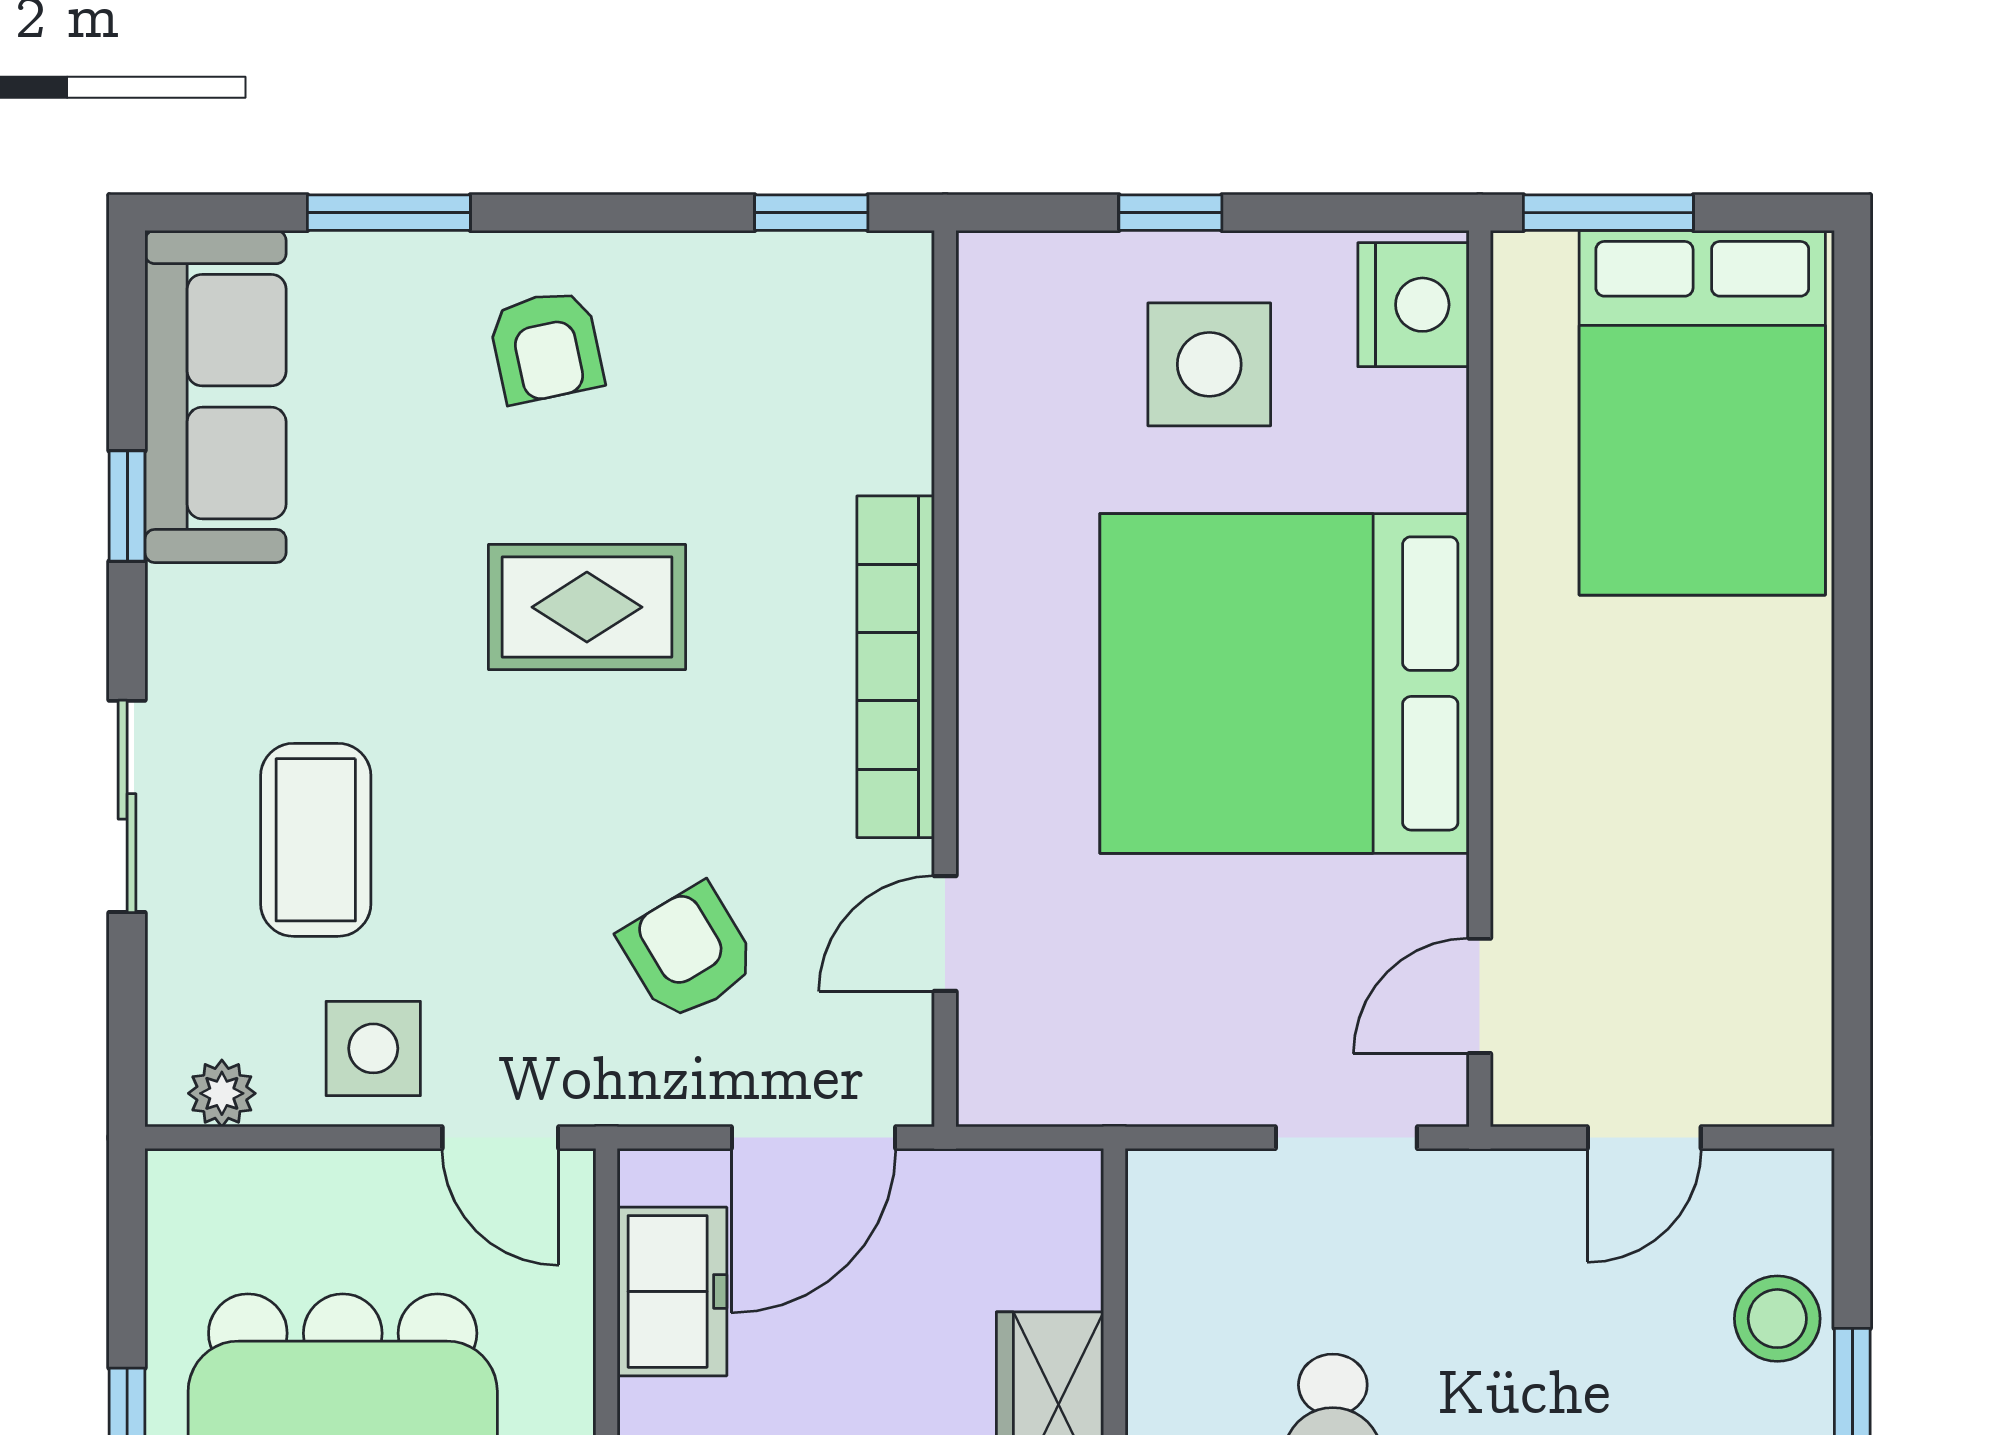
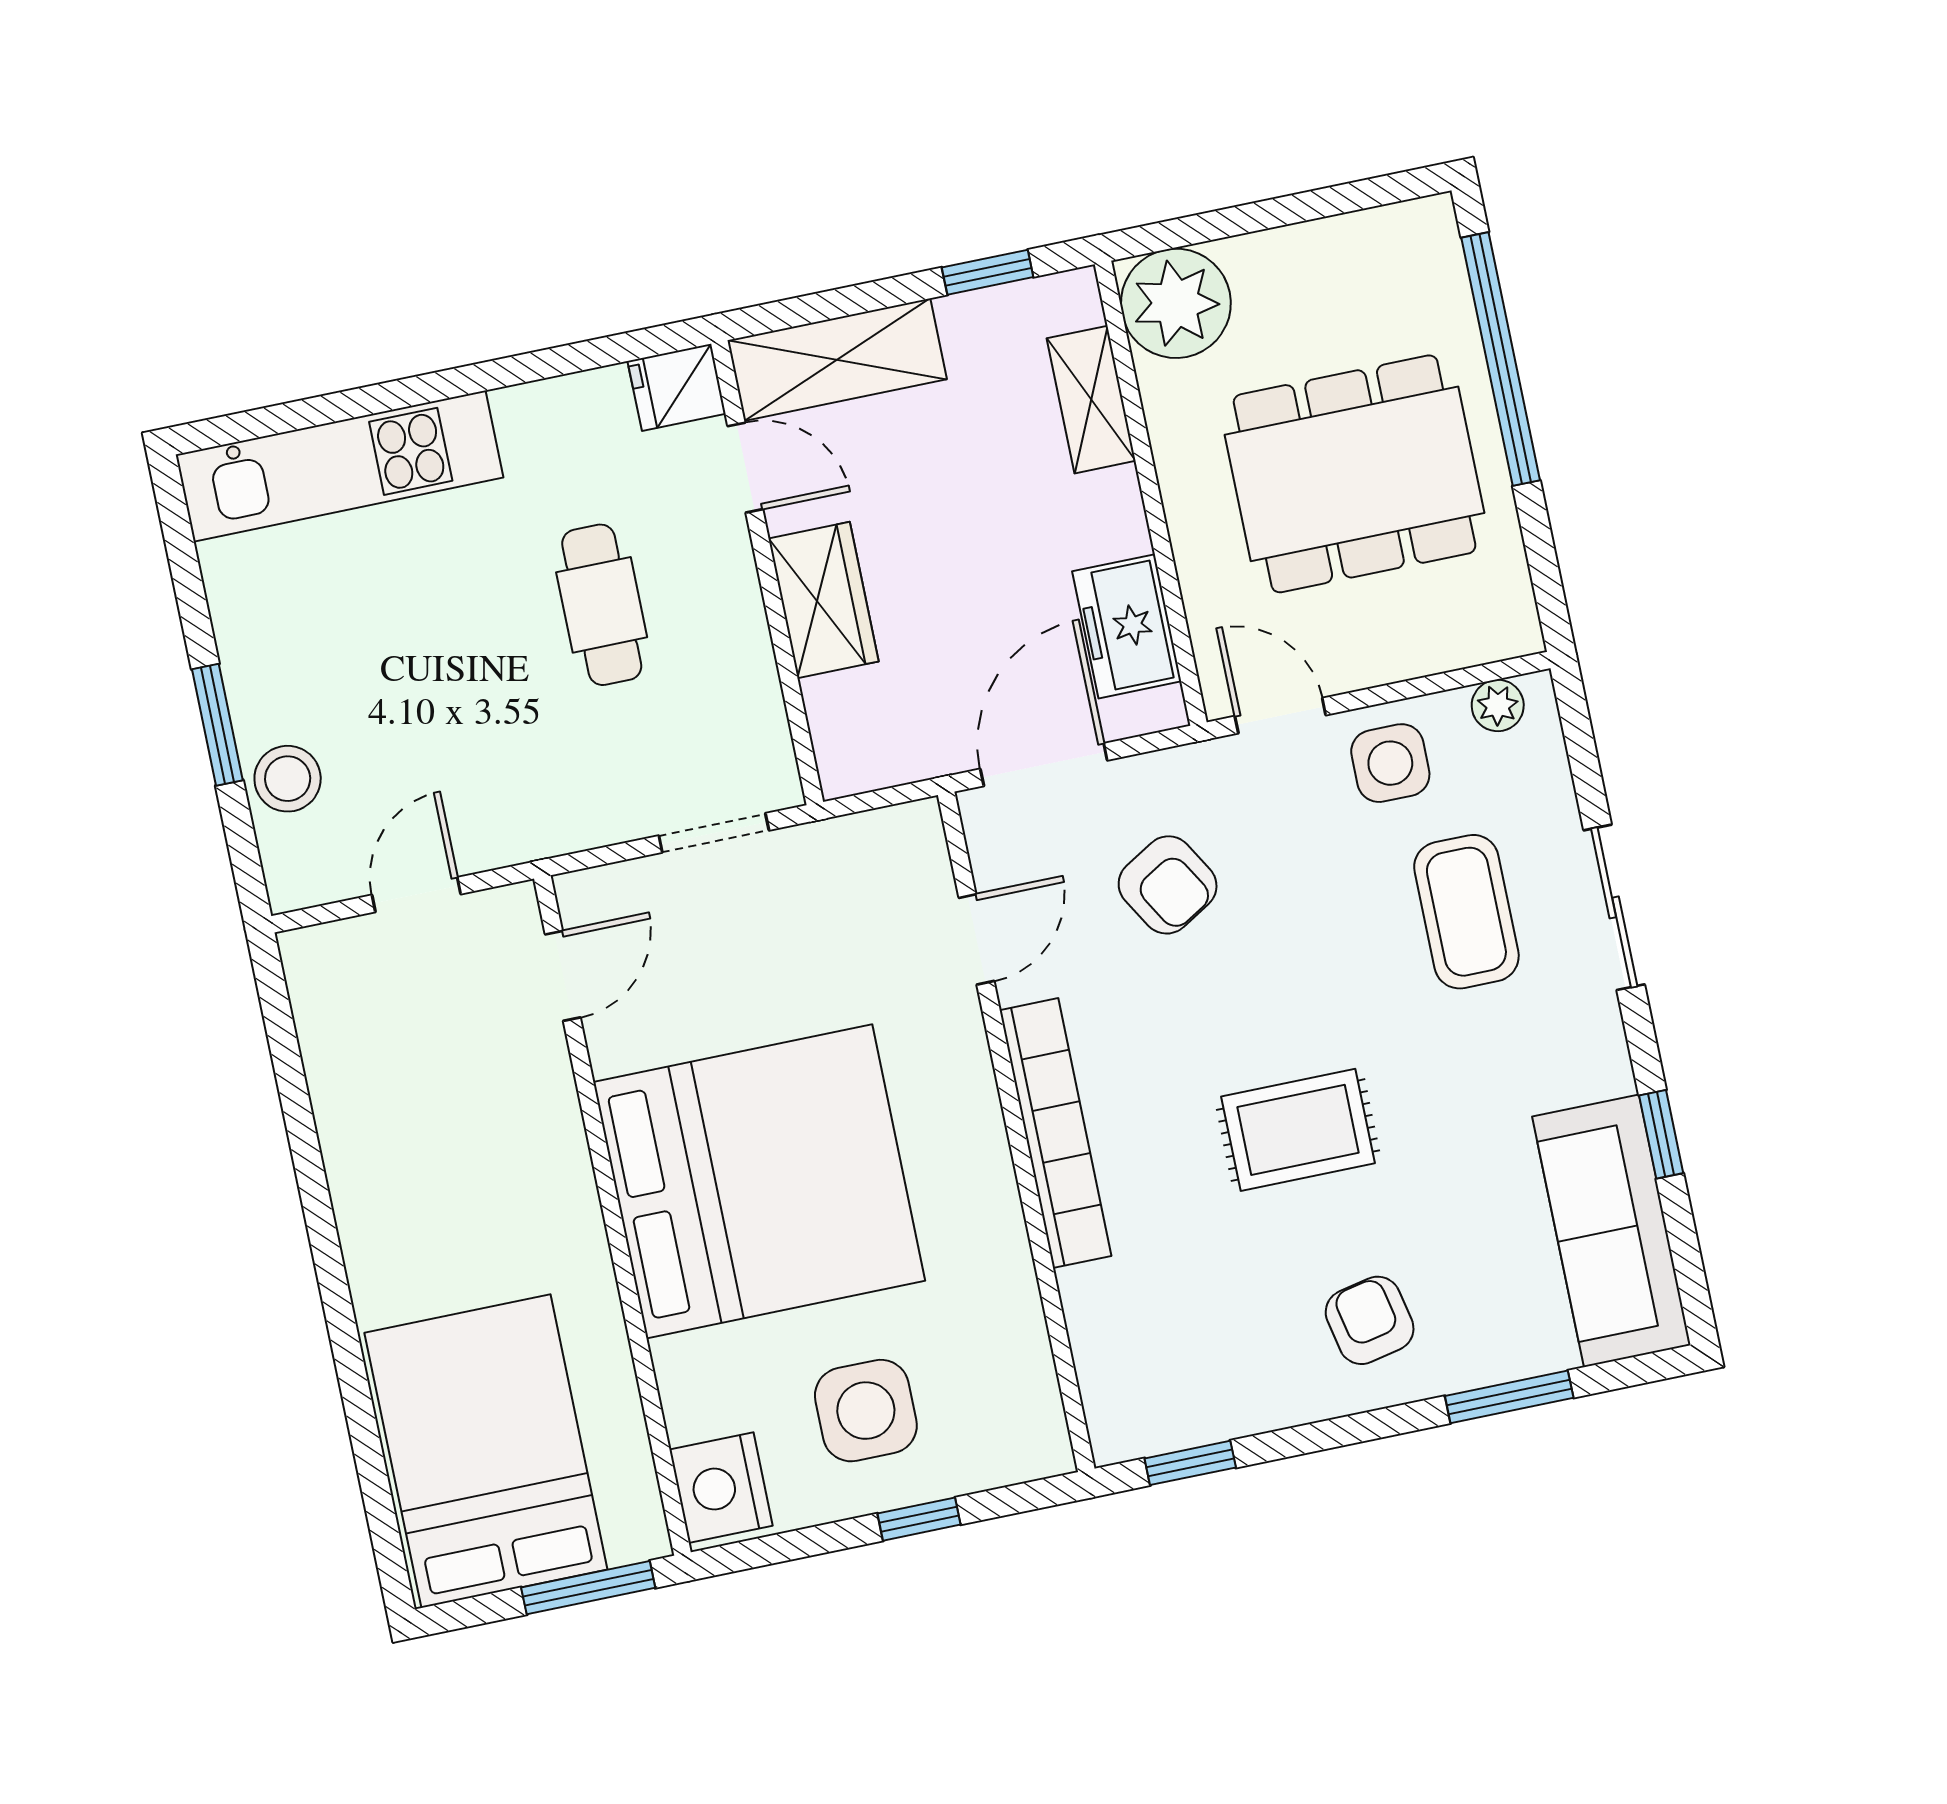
doorway: (1346, 1138) -> (714, 833), moved

